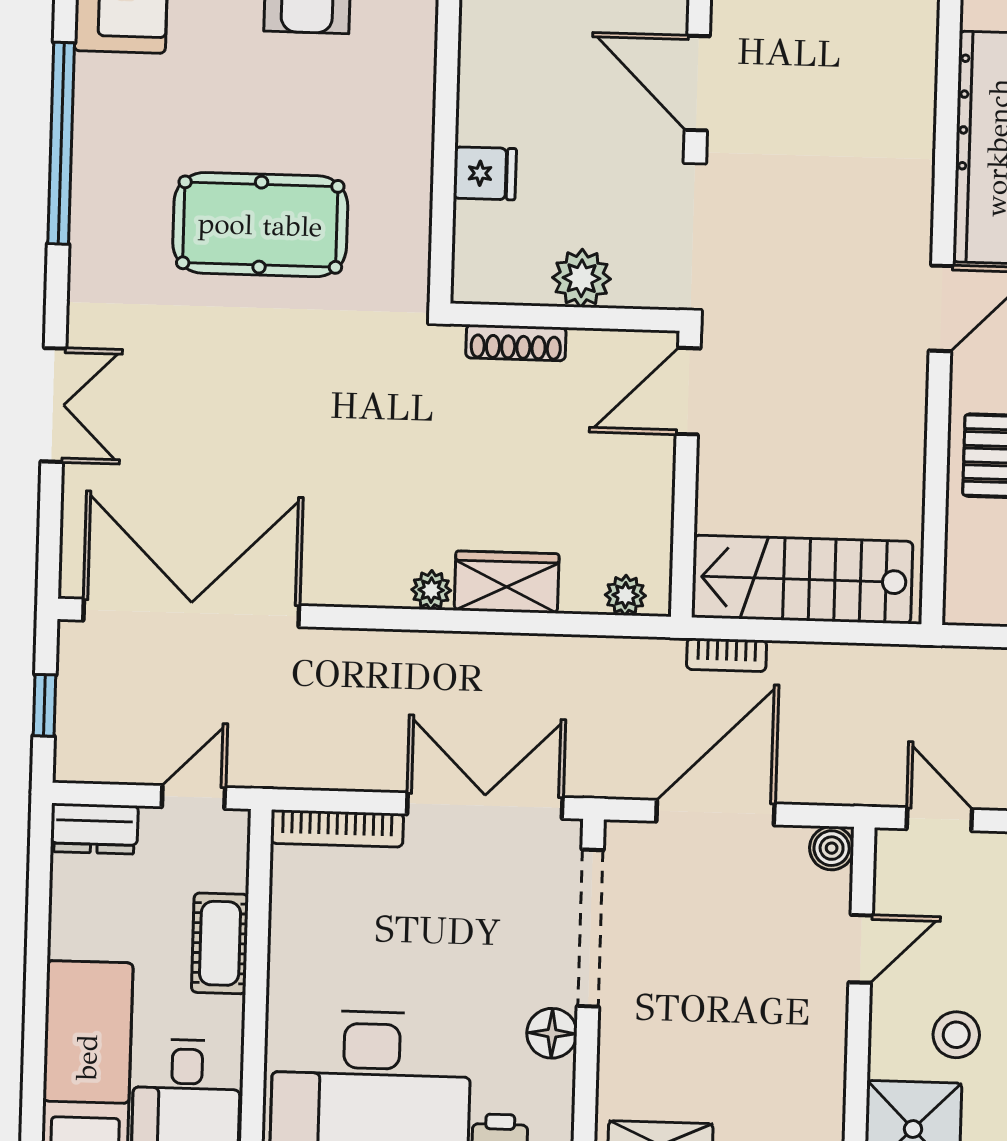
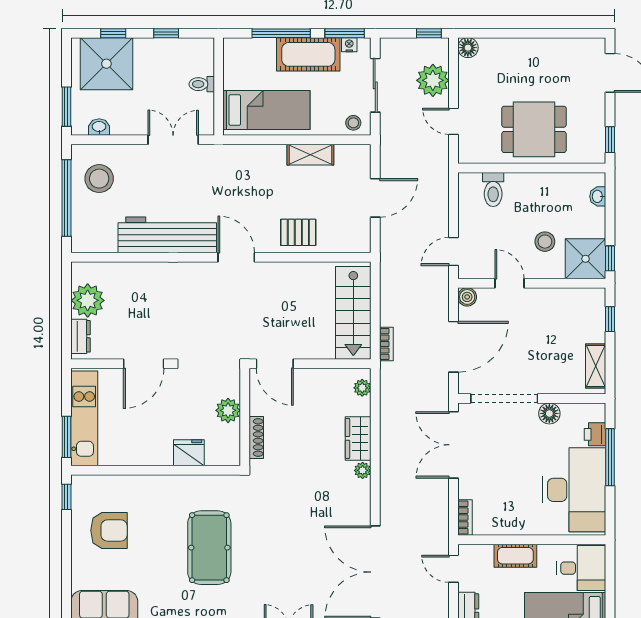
fridge: (485, 173) -> (189, 453), width x1.38
door: (715, 813) -> (453, 347), swing flipped
bookcase: (337, 828) -> (465, 518), width x0.64

